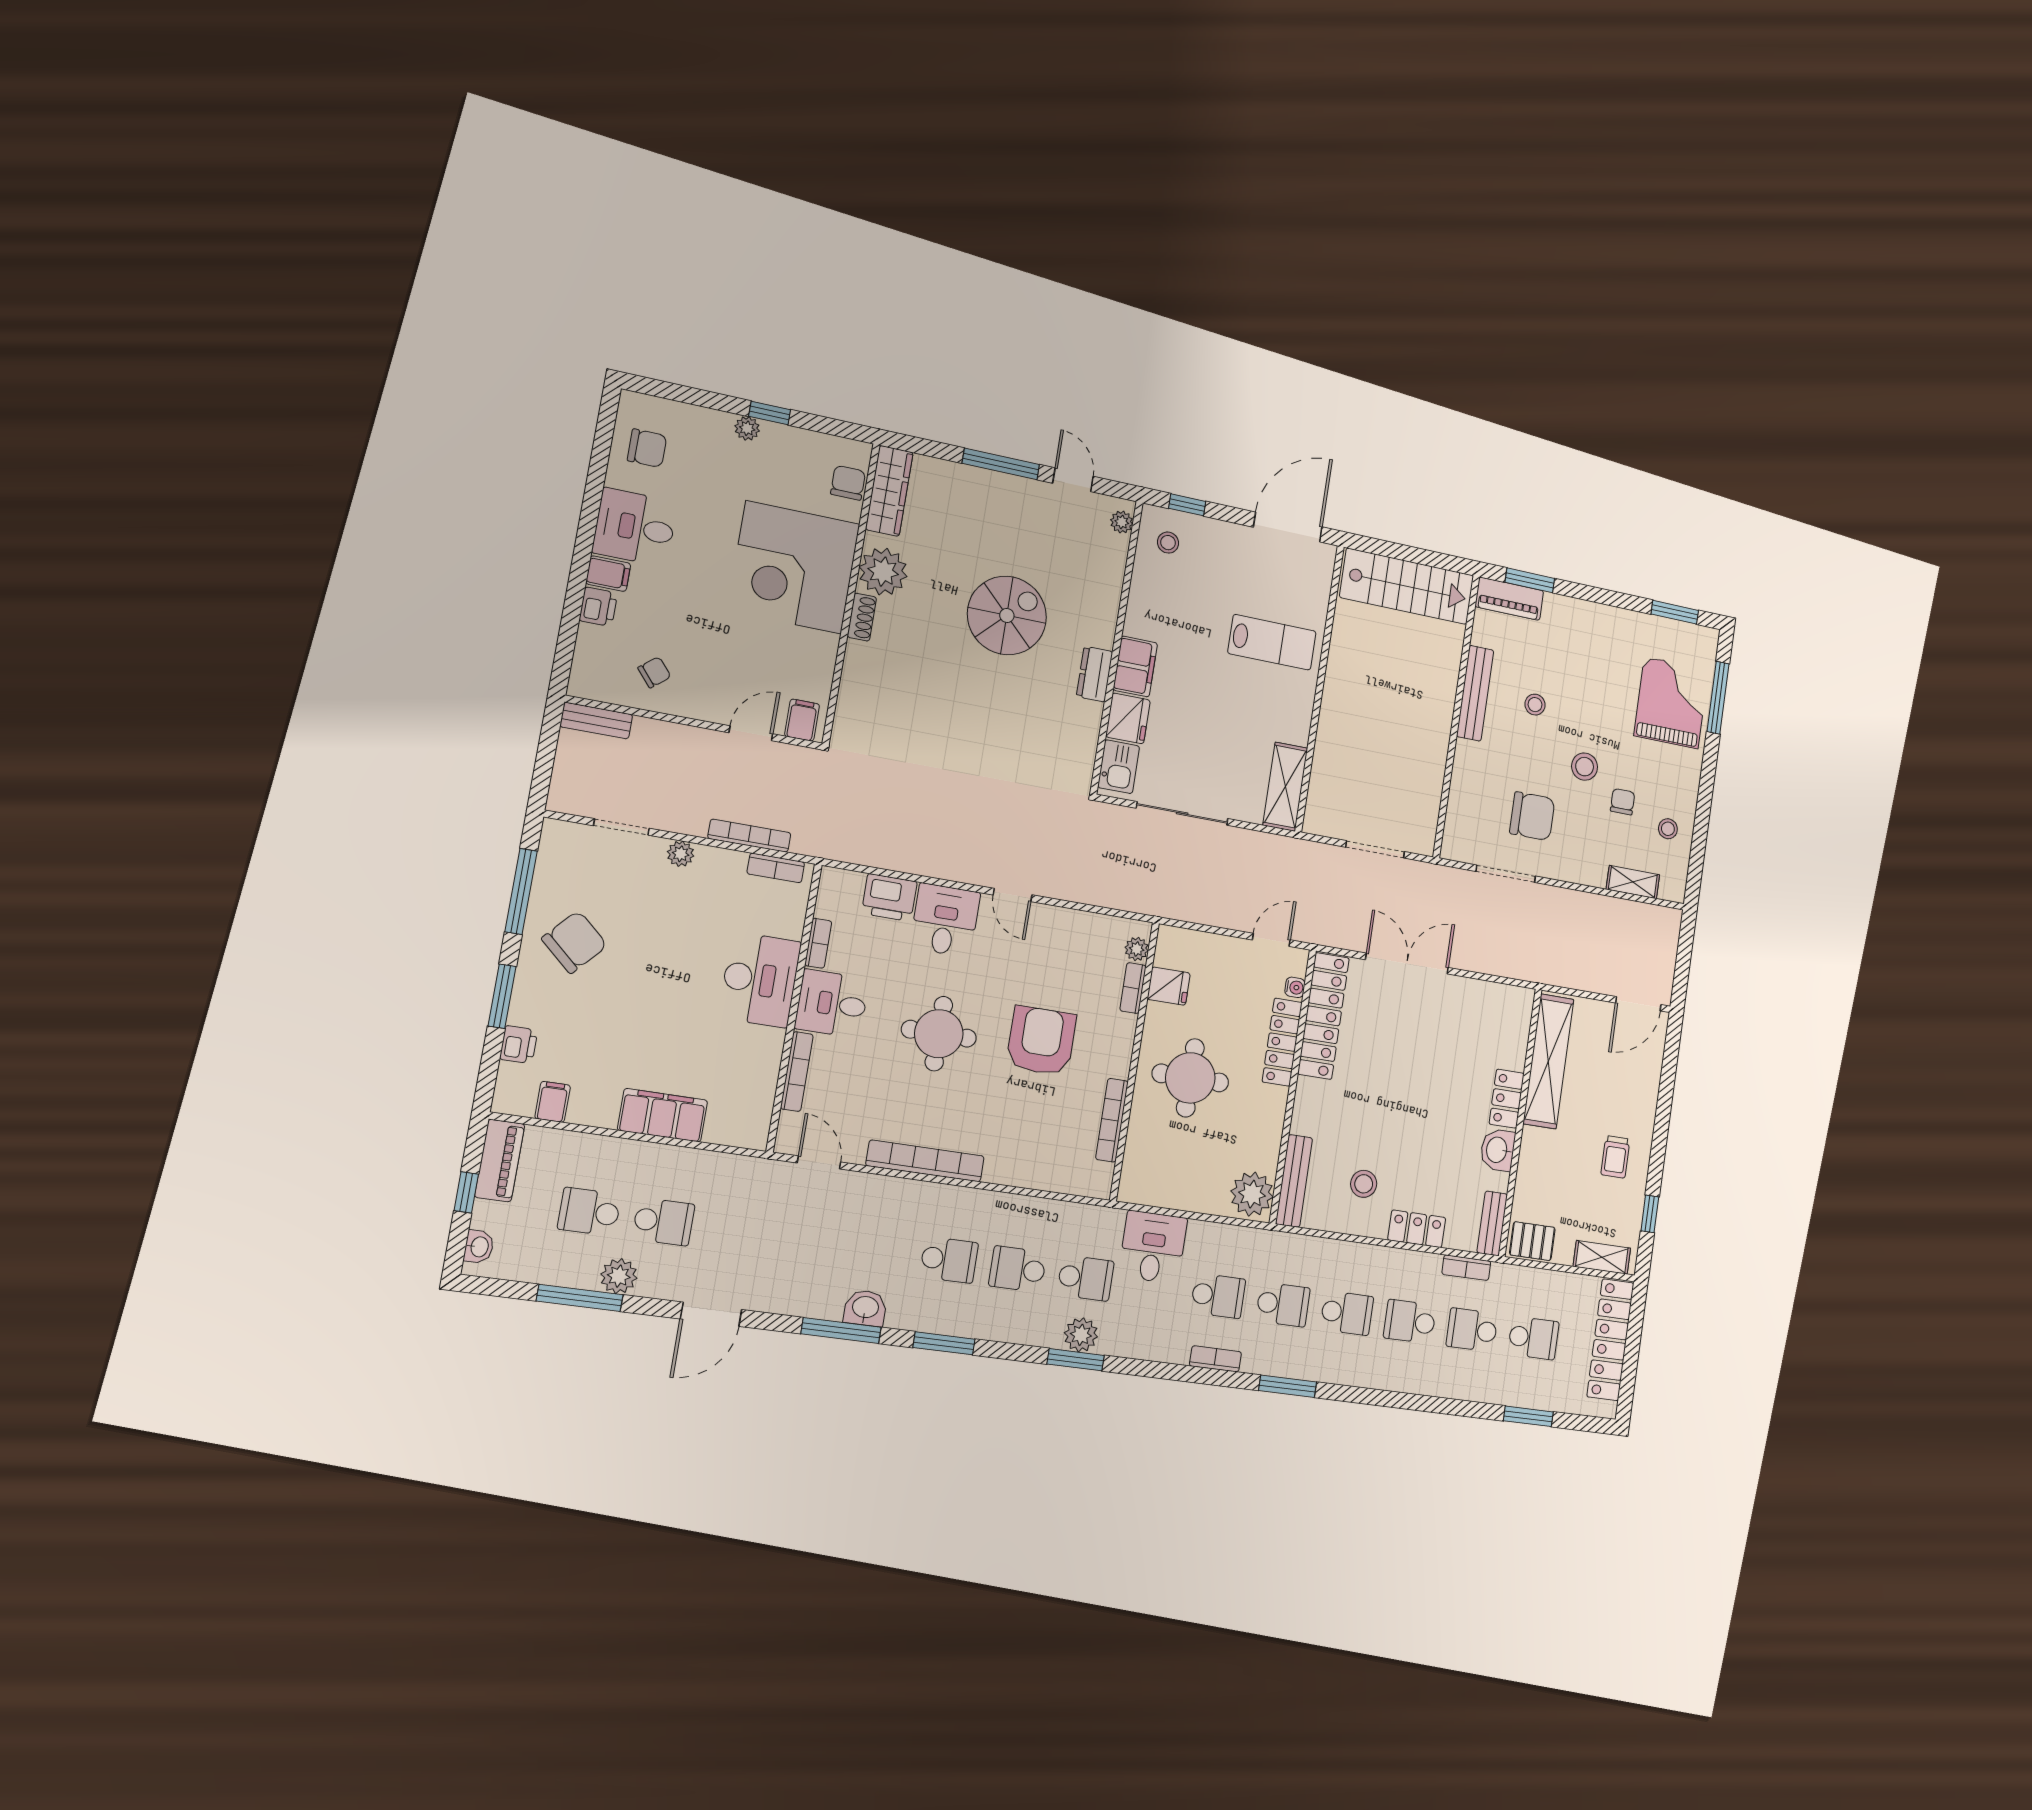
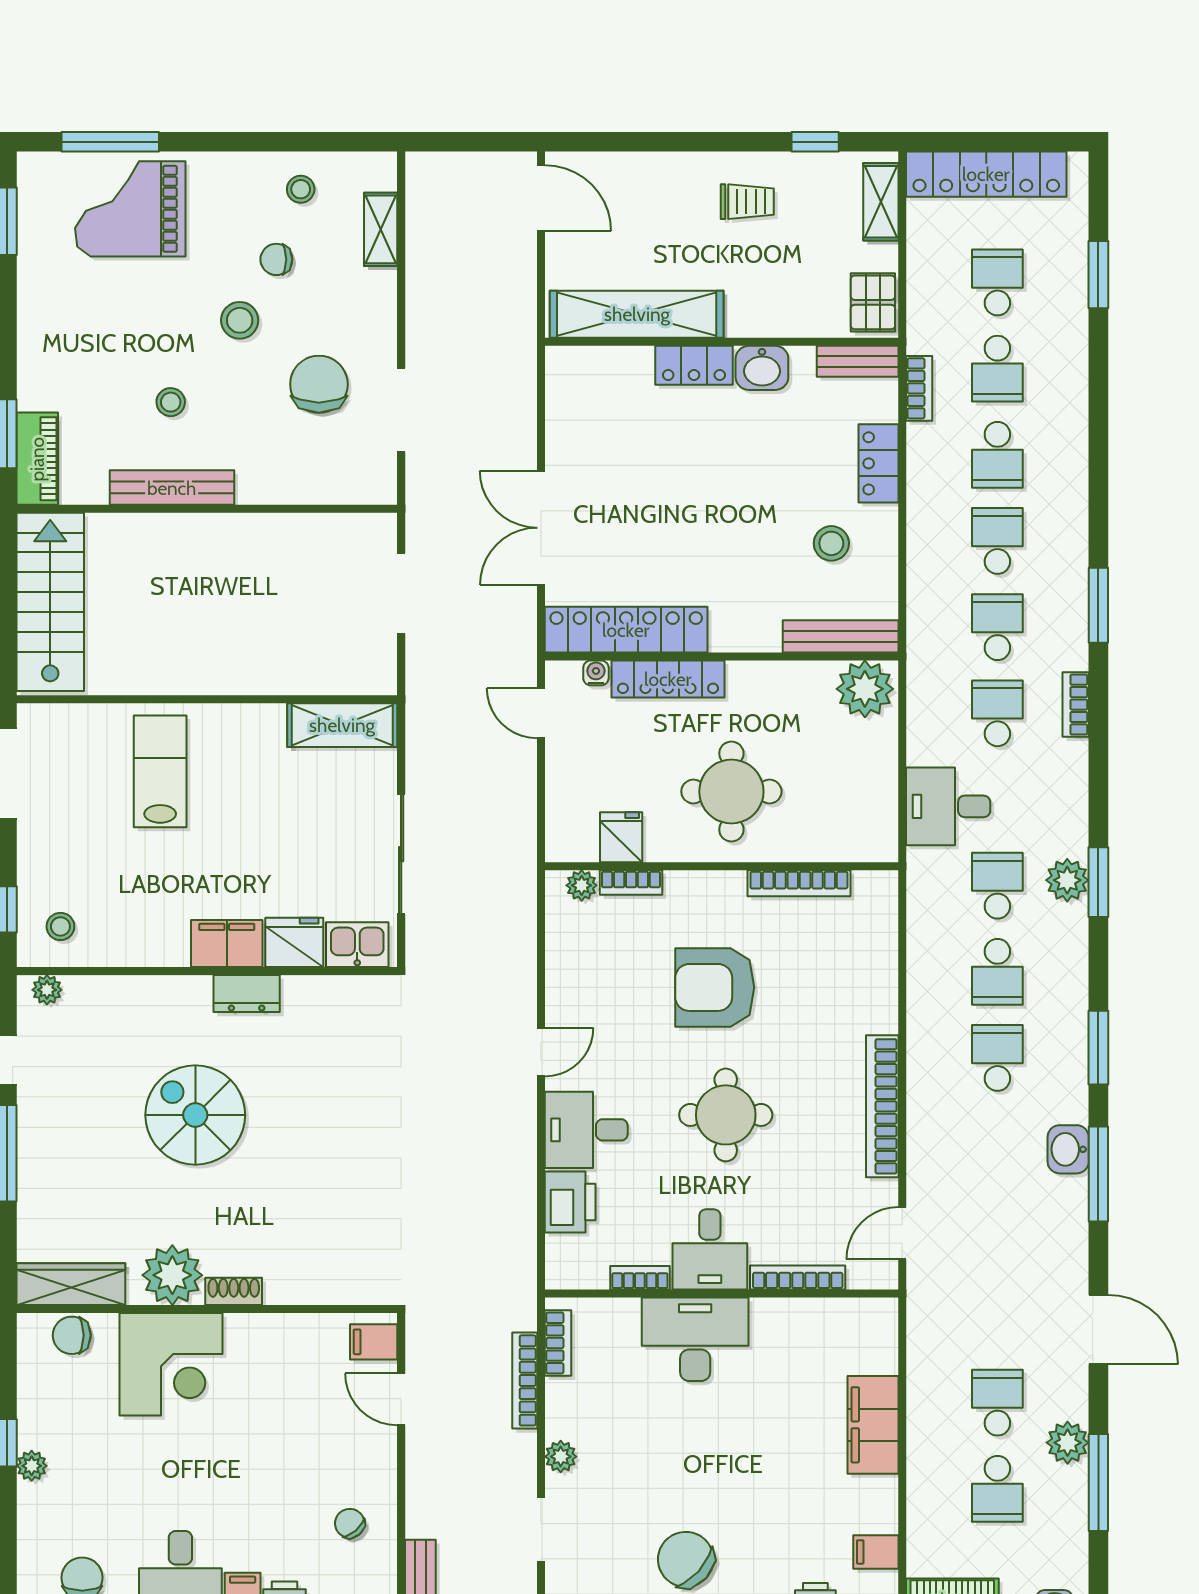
corner desk: (794, 567) -> (171, 1364), width x0.74, depth x0.74

